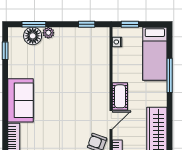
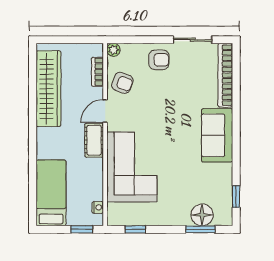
plant: (48, 33) -> (183, 219), removed
corner sofa: (89, 75) -> (132, 167), added
window: (170, 75) -> (33, 166), removed

